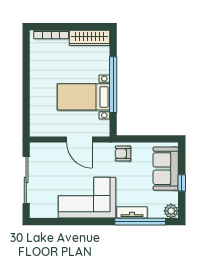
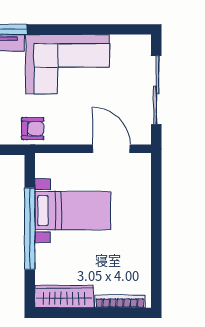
door: (79, 140) -> (111, 149), moved
armchair: (123, 153) -> (33, 129), moved

